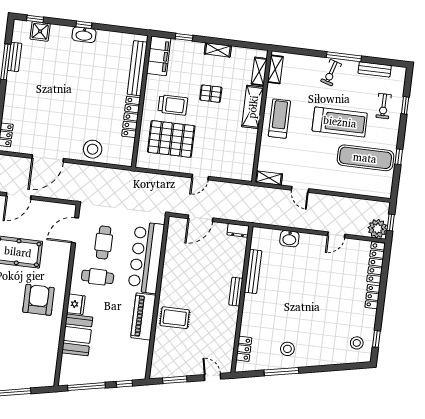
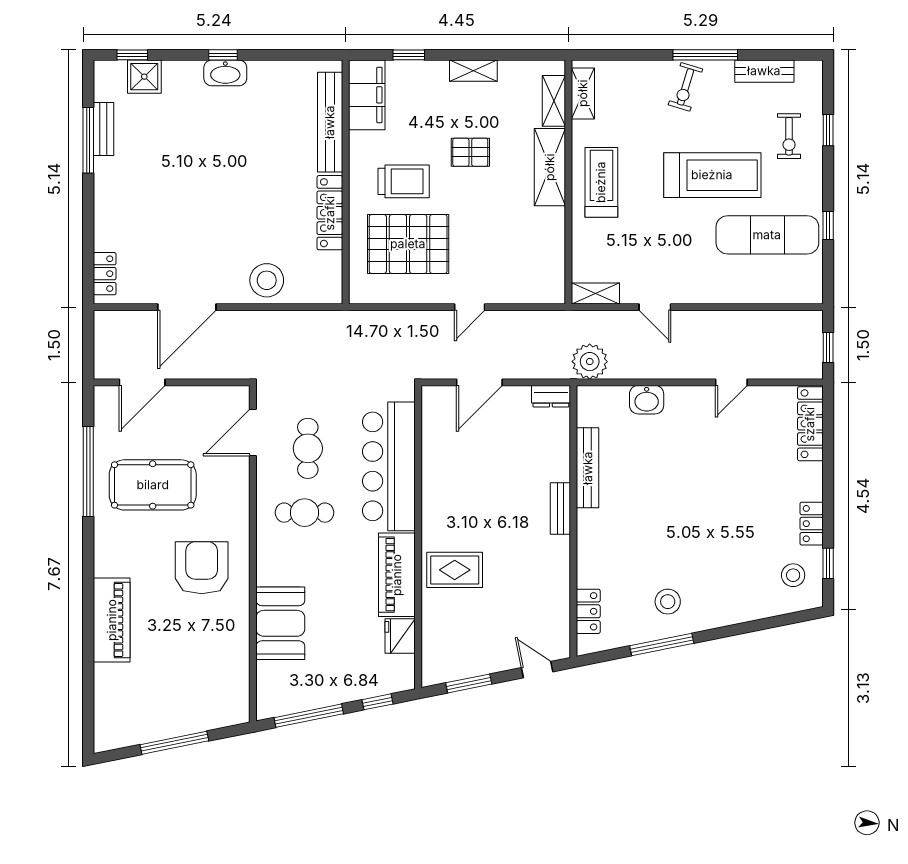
plant: (377, 229) -> (590, 362), moved
locker: (373, 297) -> (812, 524), moved
fridge: (76, 304) -> (400, 636), moved, turned 180

